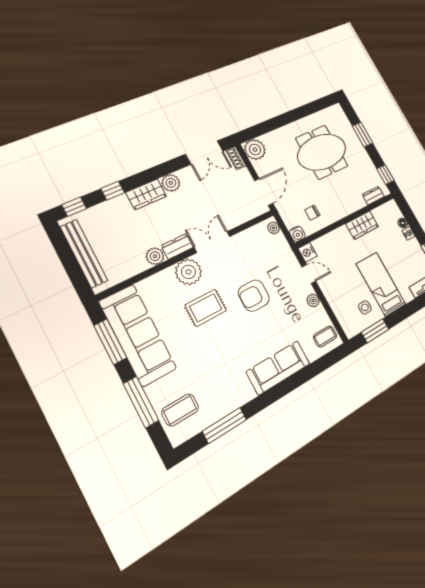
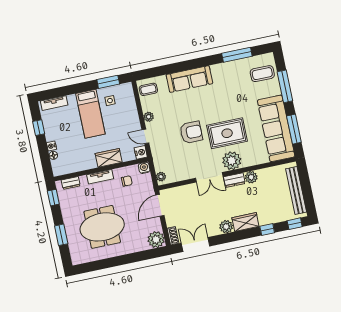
tv unit: (344, 211) -> (100, 177), added
wardrobe: (362, 225) -> (109, 158), moved
rug: (206, 308) -> (227, 133), width x1.36, depth x1.43

